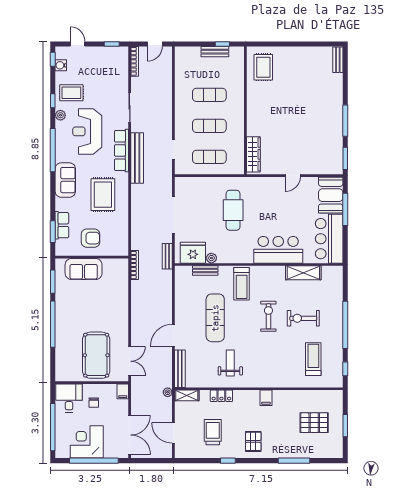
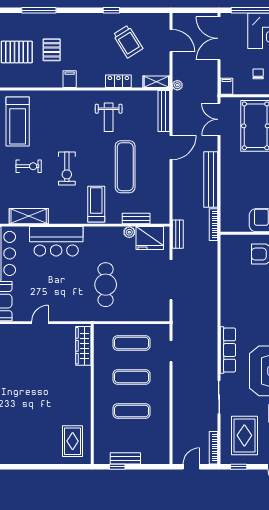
bench: (137, 158) -> (211, 180), moved
rug: (103, 195) -> (244, 435), moved
exercise bike: (303, 318) -> (29, 166), width x0.73, depth x0.72
treadmill: (313, 359) -> (18, 121), width x1.37, depth x1.38
trolley: (213, 432) -> (128, 42), turned -32
pallet: (253, 441) -> (52, 50), moved

